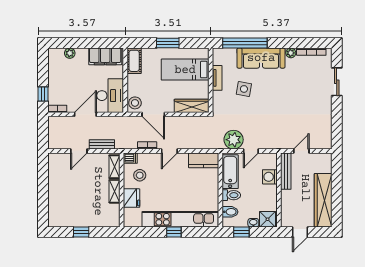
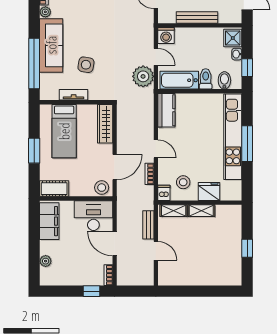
bench: (286, 171) -> (197, 17), moved
washing machine: (270, 177) -> (166, 36), moved
window: (174, 232) -> (247, 144), width x2.17

